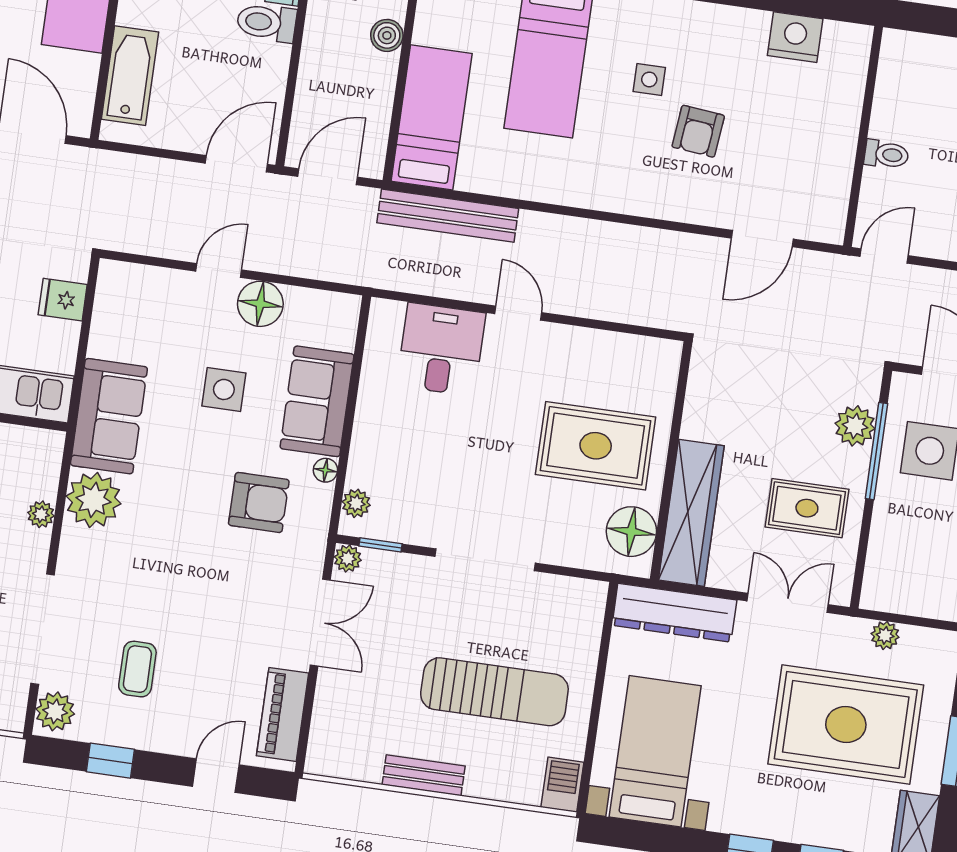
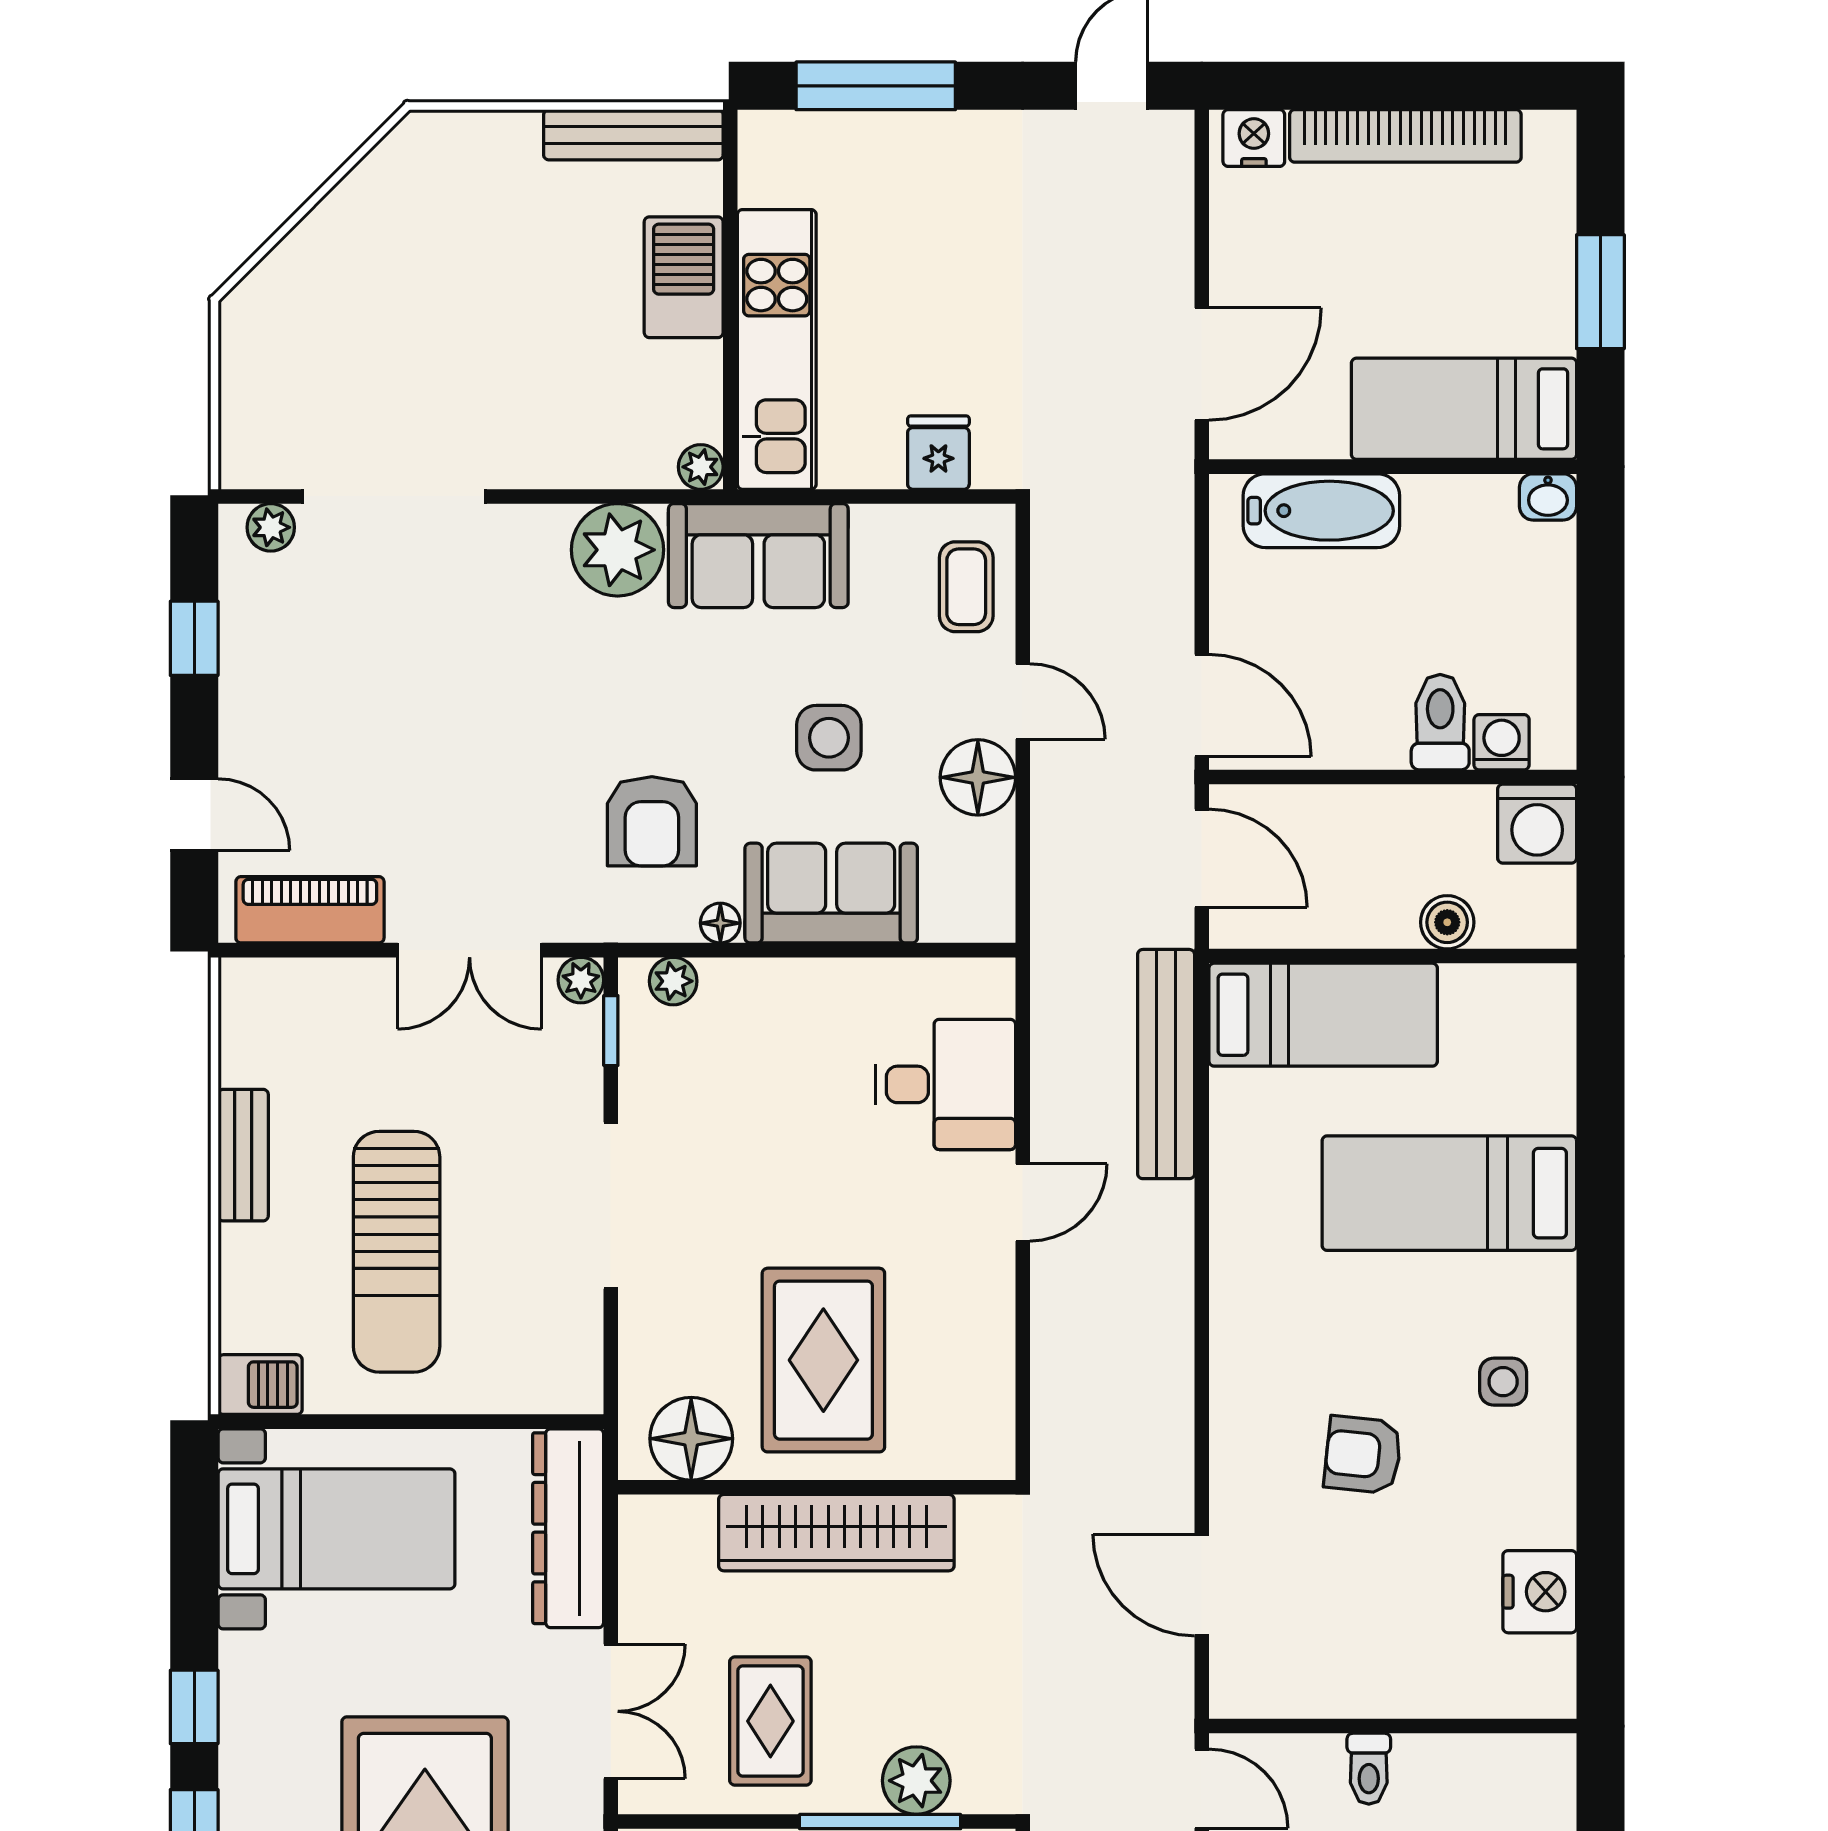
side table: (649, 80) -> (1503, 1382), moved
wardrobe: (691, 513) -> (836, 1533), moved
plant: (41, 514) -> (701, 467), moved
coffee table: (137, 669) -> (966, 587), moved, turned 90
plant: (55, 711) -> (271, 527), width x0.73, depth x0.73

